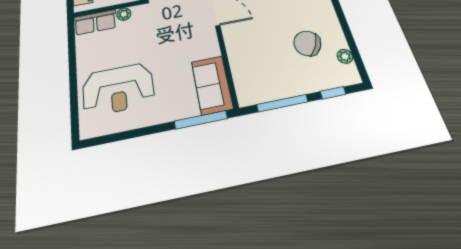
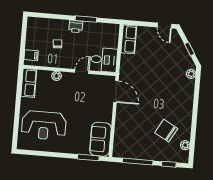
row of seats: (95, 22) -> (29, 83), moved, turned -90
window: (201, 120) -> (88, 157), width x0.69

